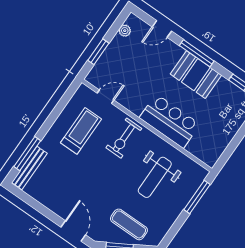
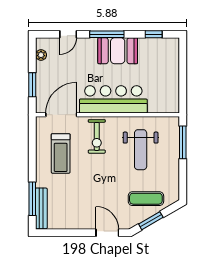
door: (106, 97) -> (61, 115), width x1.88
bar counter: (170, 121) -> (113, 99), width x1.36
treadmill: (81, 131) -> (61, 153), turned 180

